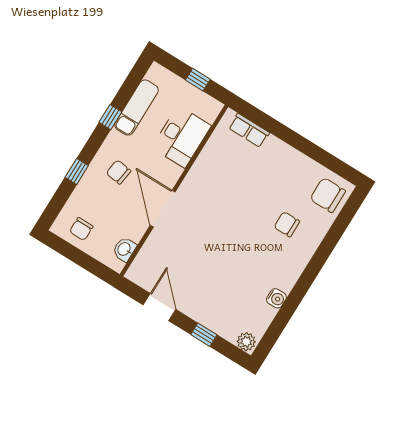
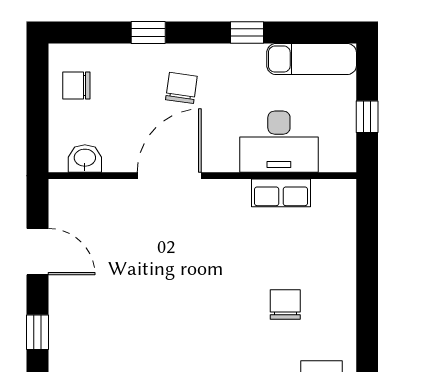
exam couch: (136, 108) -> (312, 59), moved
row of seats: (249, 130) -> (281, 193), moved, turned -90
chair: (287, 224) -> (285, 304), moved
door: (159, 307) -> (37, 252), hinge flipped

